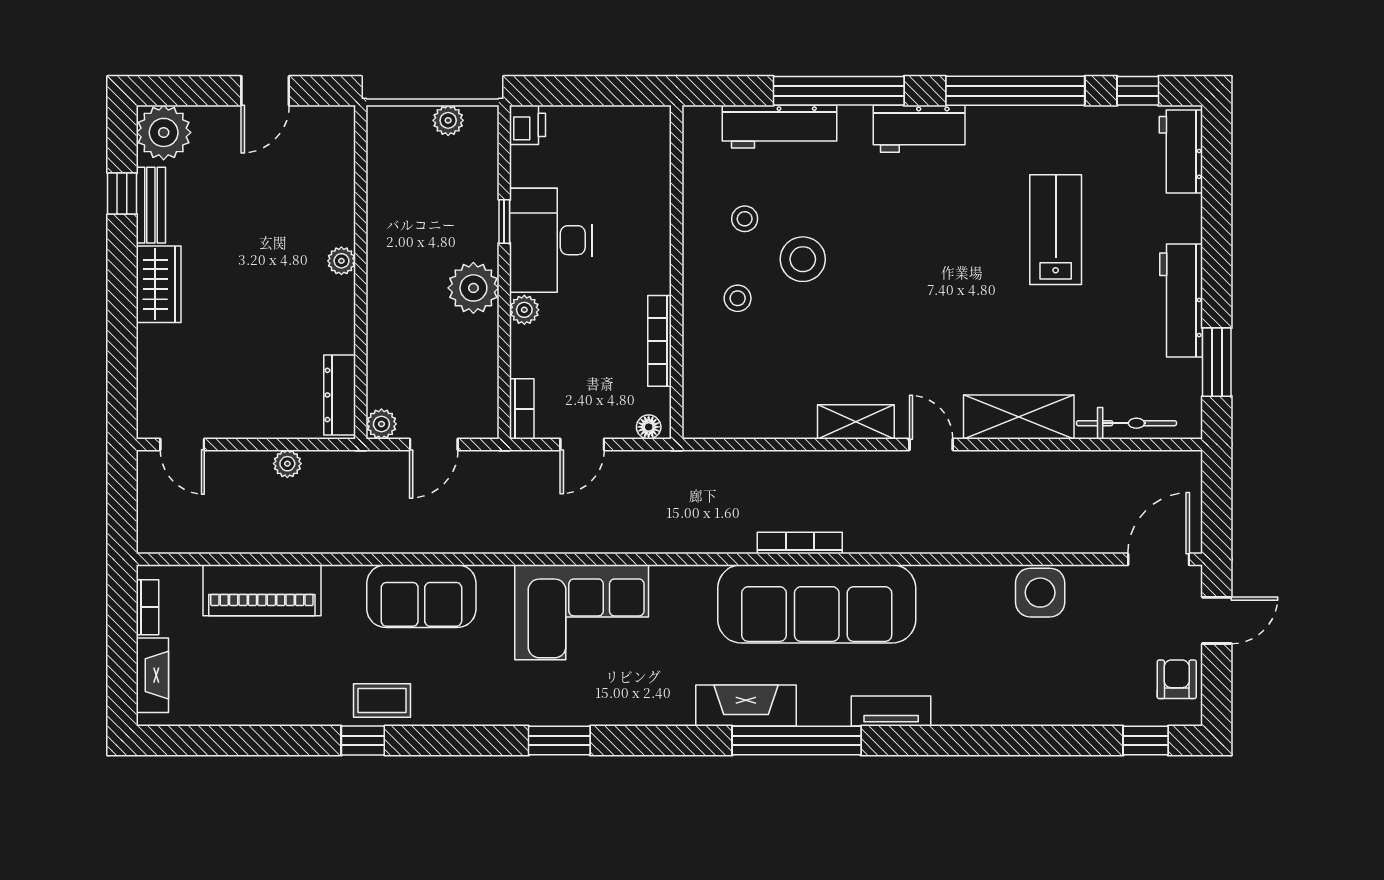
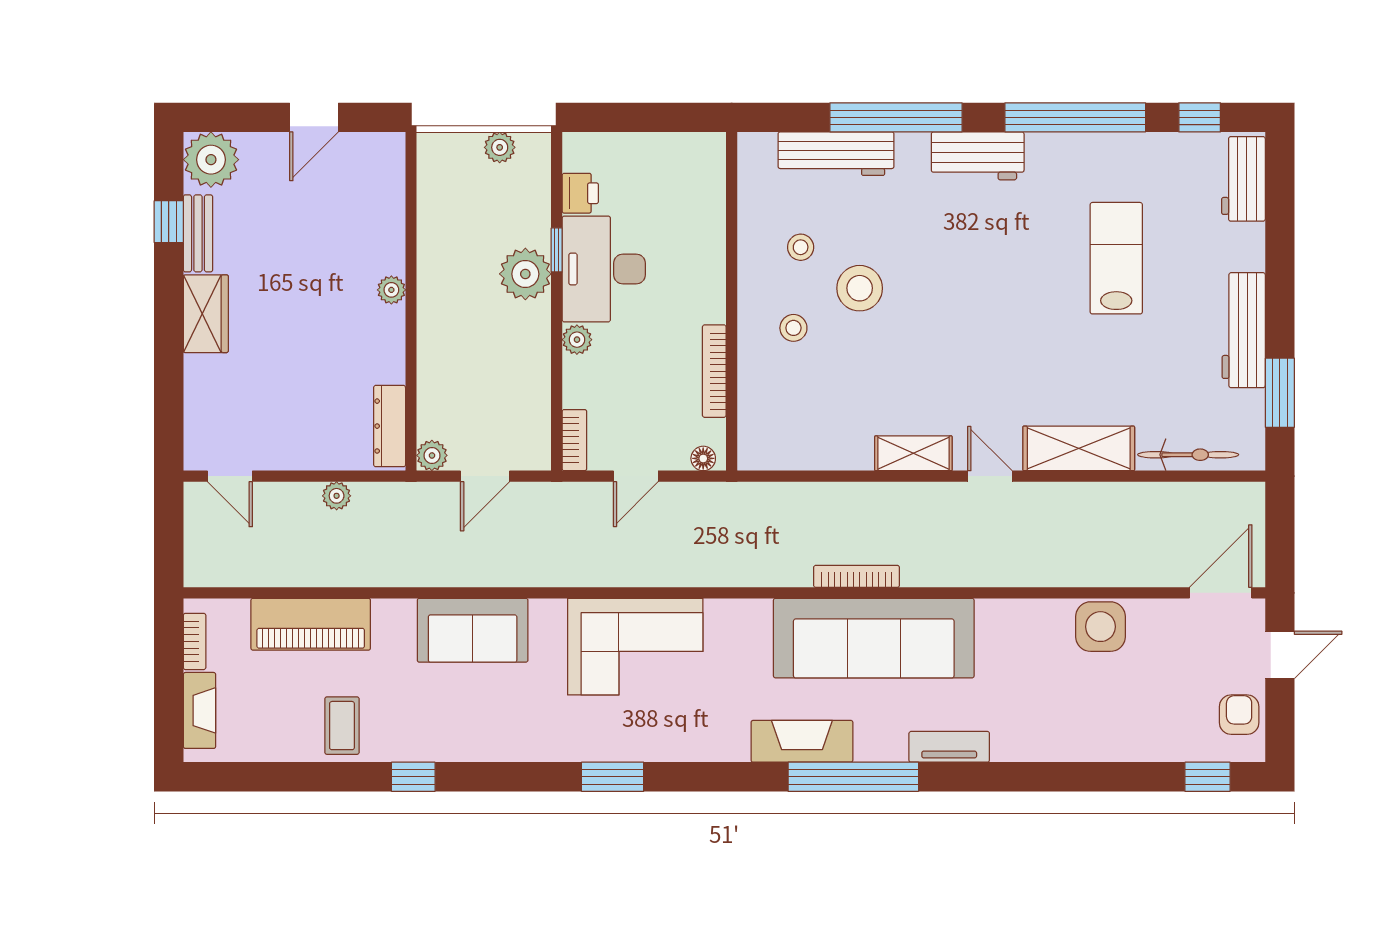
printer: (528, 125) -> (580, 193), moved
plant: (473, 288) -> (525, 274), moved
coffee table: (382, 700) -> (342, 726), moved, turned 90

